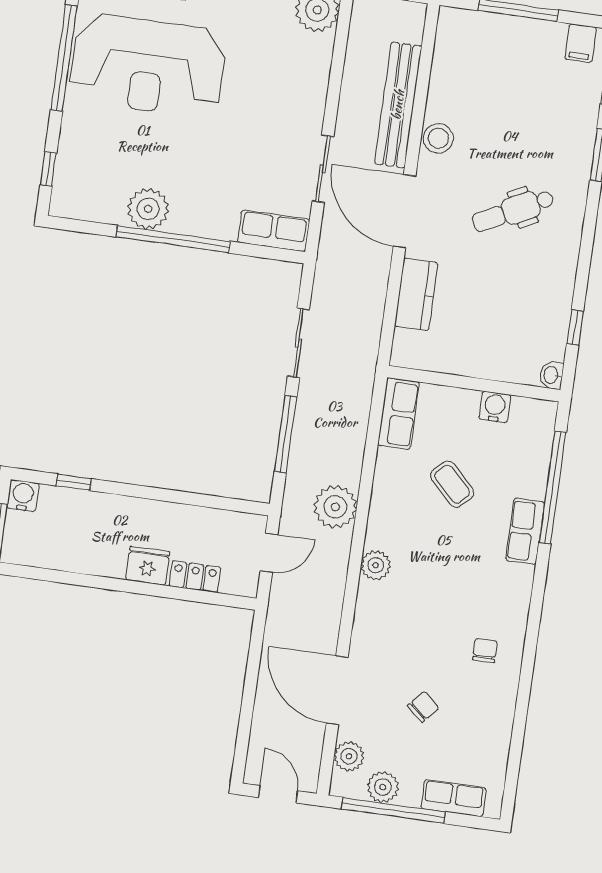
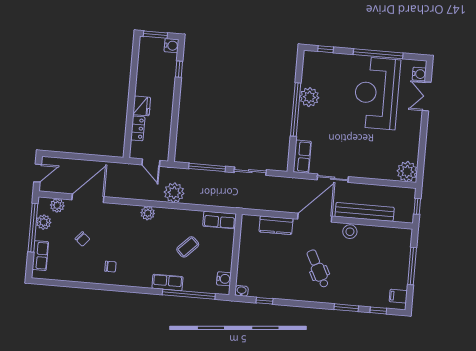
water cooler: (495, 407) -> (224, 279), moved

